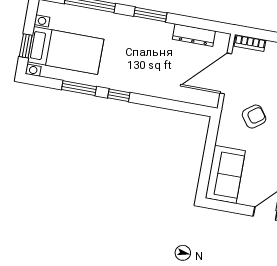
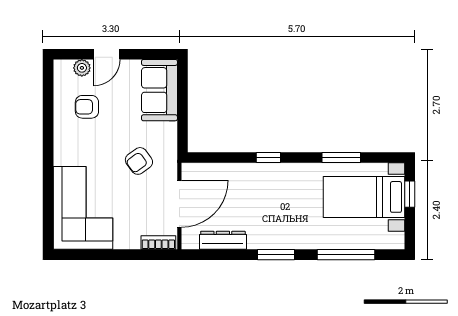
window: (119, 95) -> (268, 157), moved

